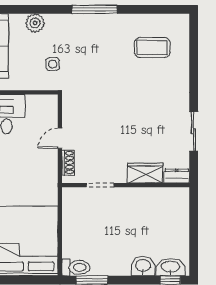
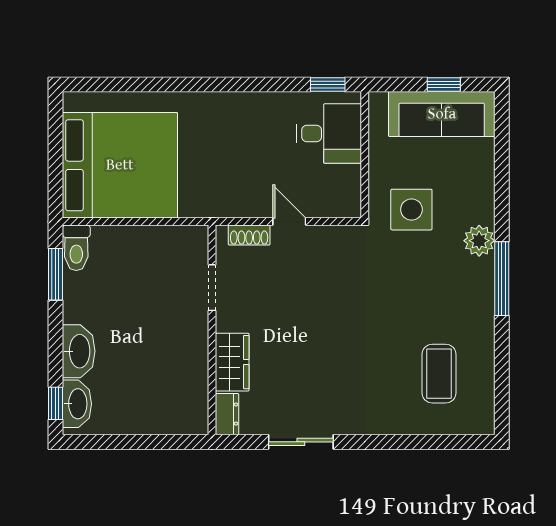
plant: (35, 23) -> (479, 241), moved
side table: (53, 64) -> (411, 210), width x1.87, depth x1.87
washbasin: (143, 266) -> (79, 351), width x1.38

